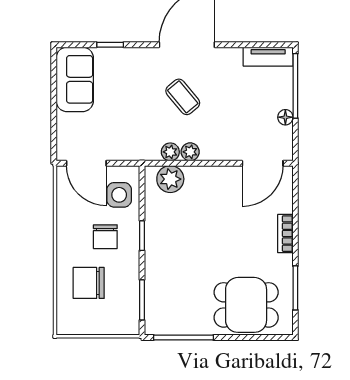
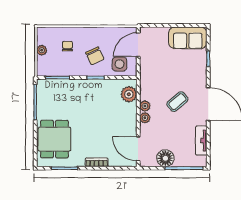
tv unit: (268, 57) -> (201, 141), moved
floor lamp: (285, 117) -> (165, 158), width x1.89, depth x1.89
plant: (170, 152) -> (145, 118), moved
chair: (105, 237) -> (95, 56), turned -115
chair: (89, 283) -> (67, 46), width x0.54, depth x0.54
plant: (96, 326) -> (42, 50), added

